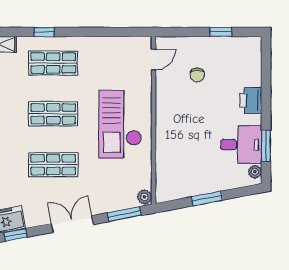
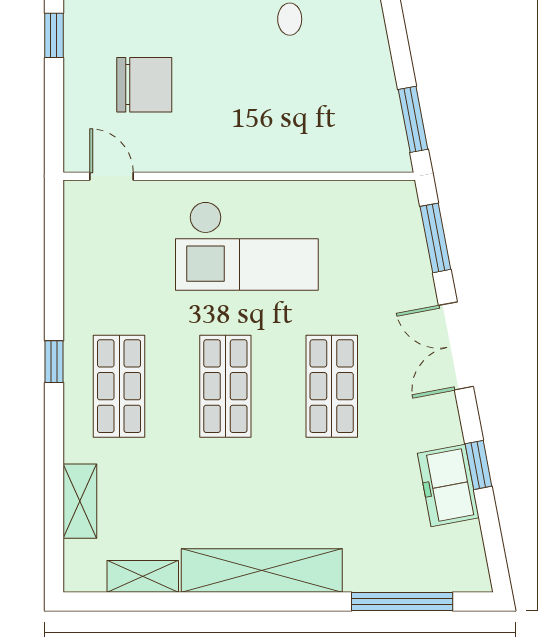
window: (44, 32) -> (54, 362), moved
chair: (197, 75) -> (144, 85), width x1.87, depth x1.87
plant: (144, 197) -> (399, 195), removed
window: (207, 199) -> (413, 119), moved

